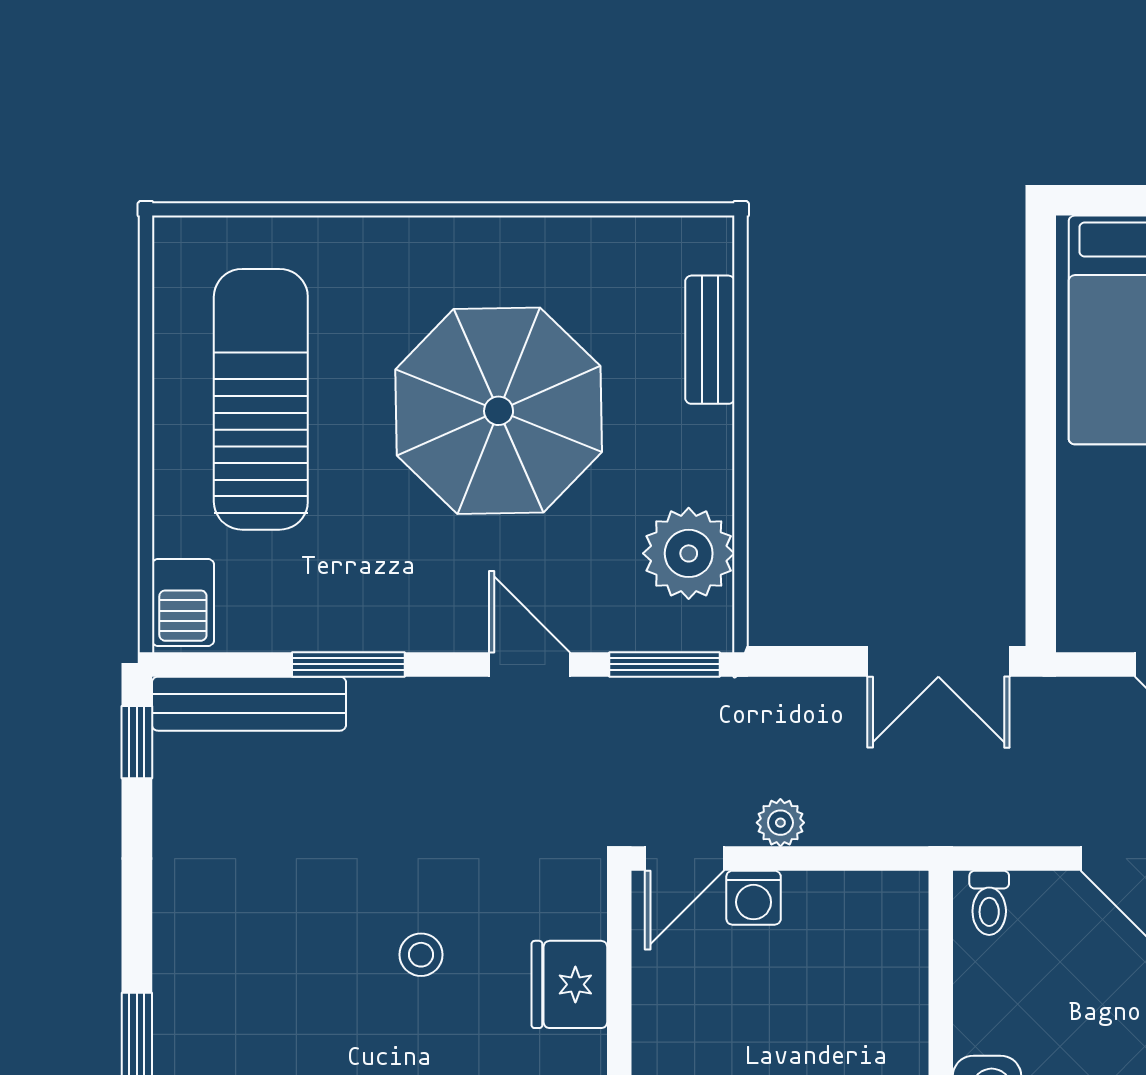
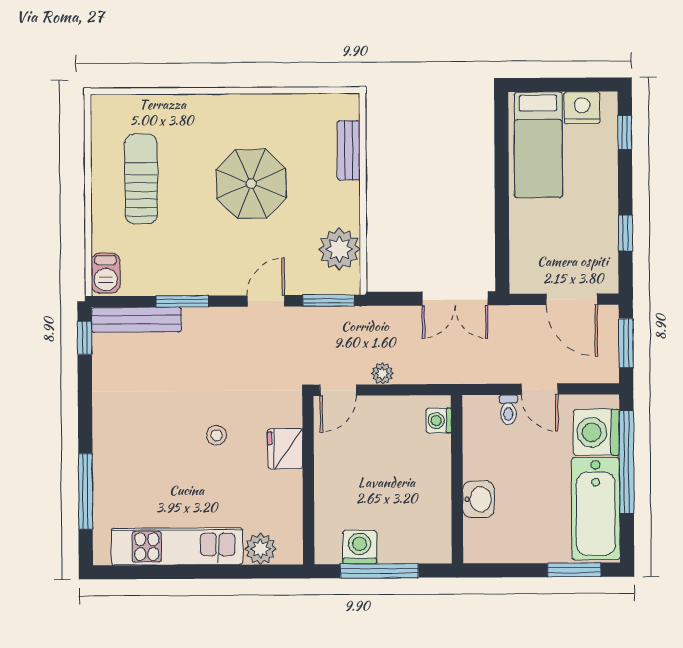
sun lounger: (261, 399) -> (141, 179), width x0.73, depth x0.75
parasol: (499, 411) -> (251, 184), width x0.73, depth x0.73
door: (529, 664) -> (266, 301), hinge flipped
washing machine: (754, 898) -> (439, 421), moved, turned 90
toilet: (989, 903) -> (508, 410), moved

